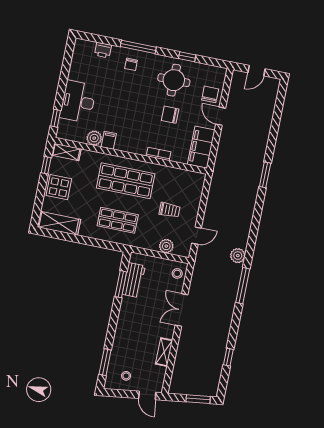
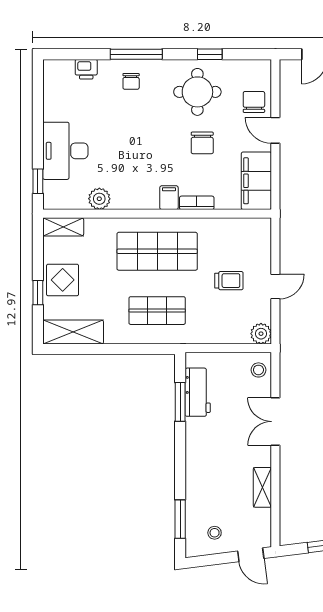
chair: (170, 115) -> (202, 143), turned -90
filing cabinet: (109, 140) -> (169, 198), moved
window: (46, 165) -> (38, 293), moved
door: (197, 236) -> (275, 287), moved
plant: (166, 246) -> (261, 334), moved

